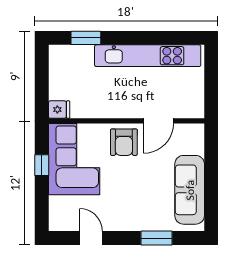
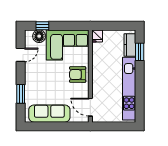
kitchen counter: (74, 54) -> (130, 45), added
door: (158, 121) -> (90, 107), moved
window: (42, 165) -> (42, 26), moved
floor lamp: (59, 207) -> (39, 36), added

